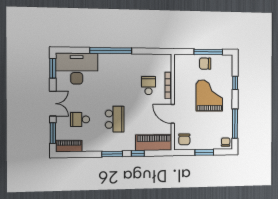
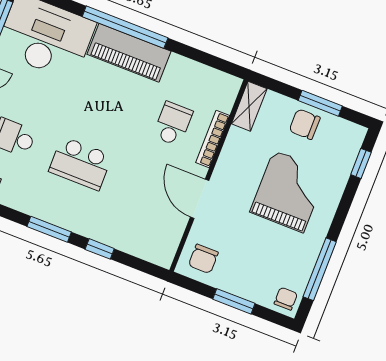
window: (208, 52) -> (320, 103), width x0.69
shelving: (179, 65) -> (249, 106), added
window: (235, 83) -> (361, 163), moved
school desk: (115, 119) -> (80, 163), turned 90
piano: (154, 143) -> (129, 53), moved, turned 180

